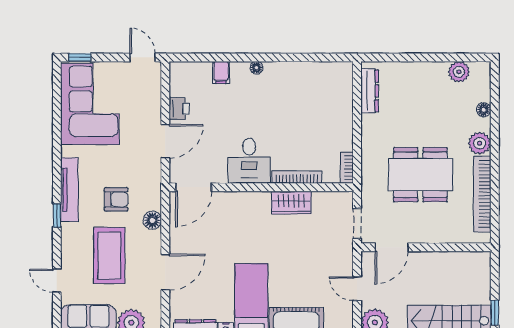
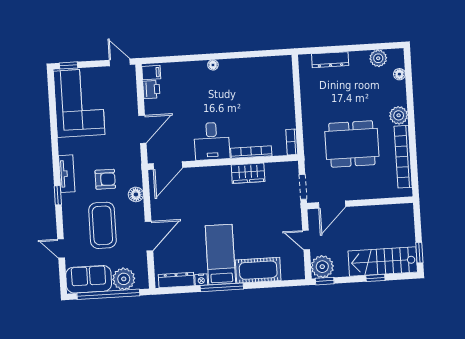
filing cabinet: (221, 72) -> (151, 73), moved, turned -90
dresser: (370, 91) -> (330, 60), moved, turned 90
printer: (179, 109) -> (151, 90), moved
floor lamp: (484, 110) -> (399, 74), moved
tv unit: (69, 190) -> (67, 174), width x0.71

